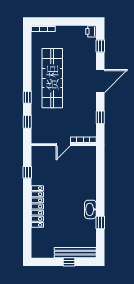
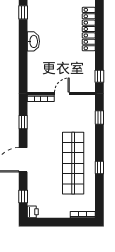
window: (27, 97) -> (99, 168), moved
window: (27, 172) -> (99, 76), moved
washbasin: (90, 209) -> (33, 41), moved

